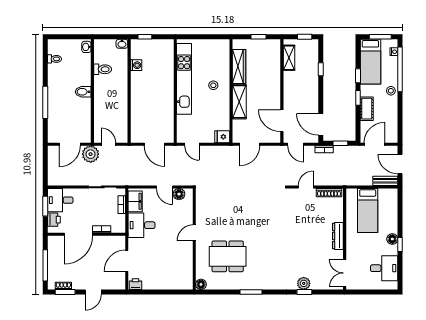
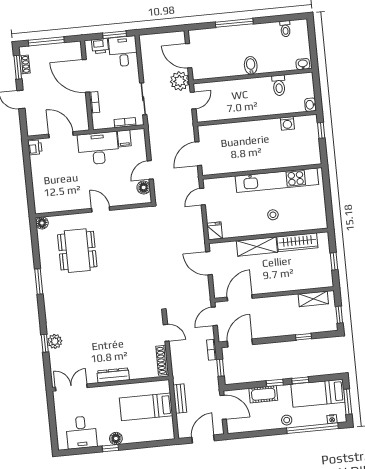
bench: (385, 181) -> (180, 399), moved
filing cabinet: (135, 201) -> (124, 138), width x0.50
desk: (142, 225) -> (98, 148), width x1.37

